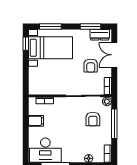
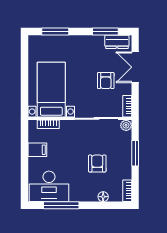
window: (26, 44) -> (25, 53), removed
bed with nightstands: (51, 48) -> (51, 90), moved, turned -90
armchair: (93, 119) -> (97, 163), moved, turned 180
window: (114, 124) -> (135, 153), width x0.69

